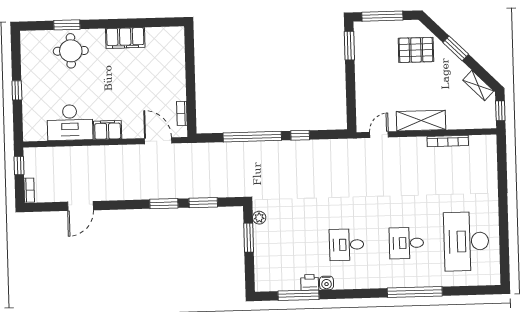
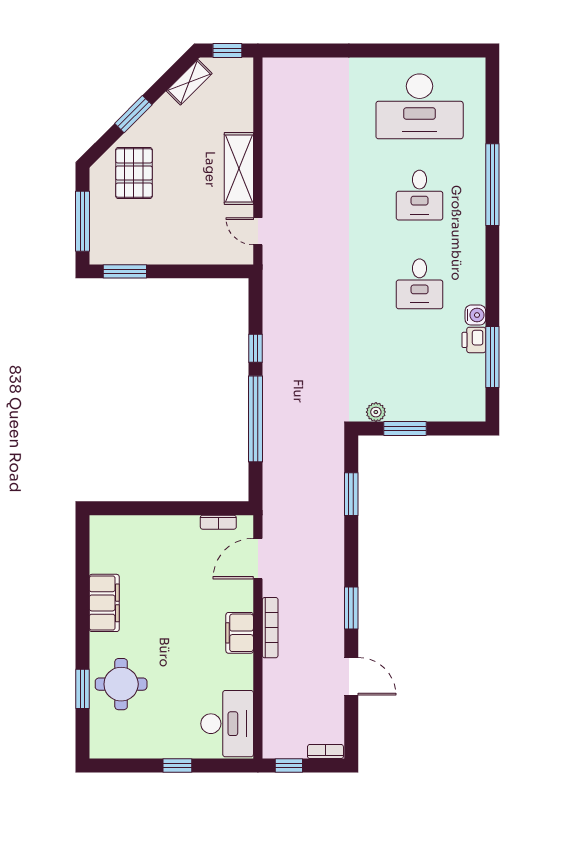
desk: (70, 122) -> (227, 724), moved
bookcase: (448, 141) -> (270, 628), moved
window: (164, 204) -> (351, 608), moved

